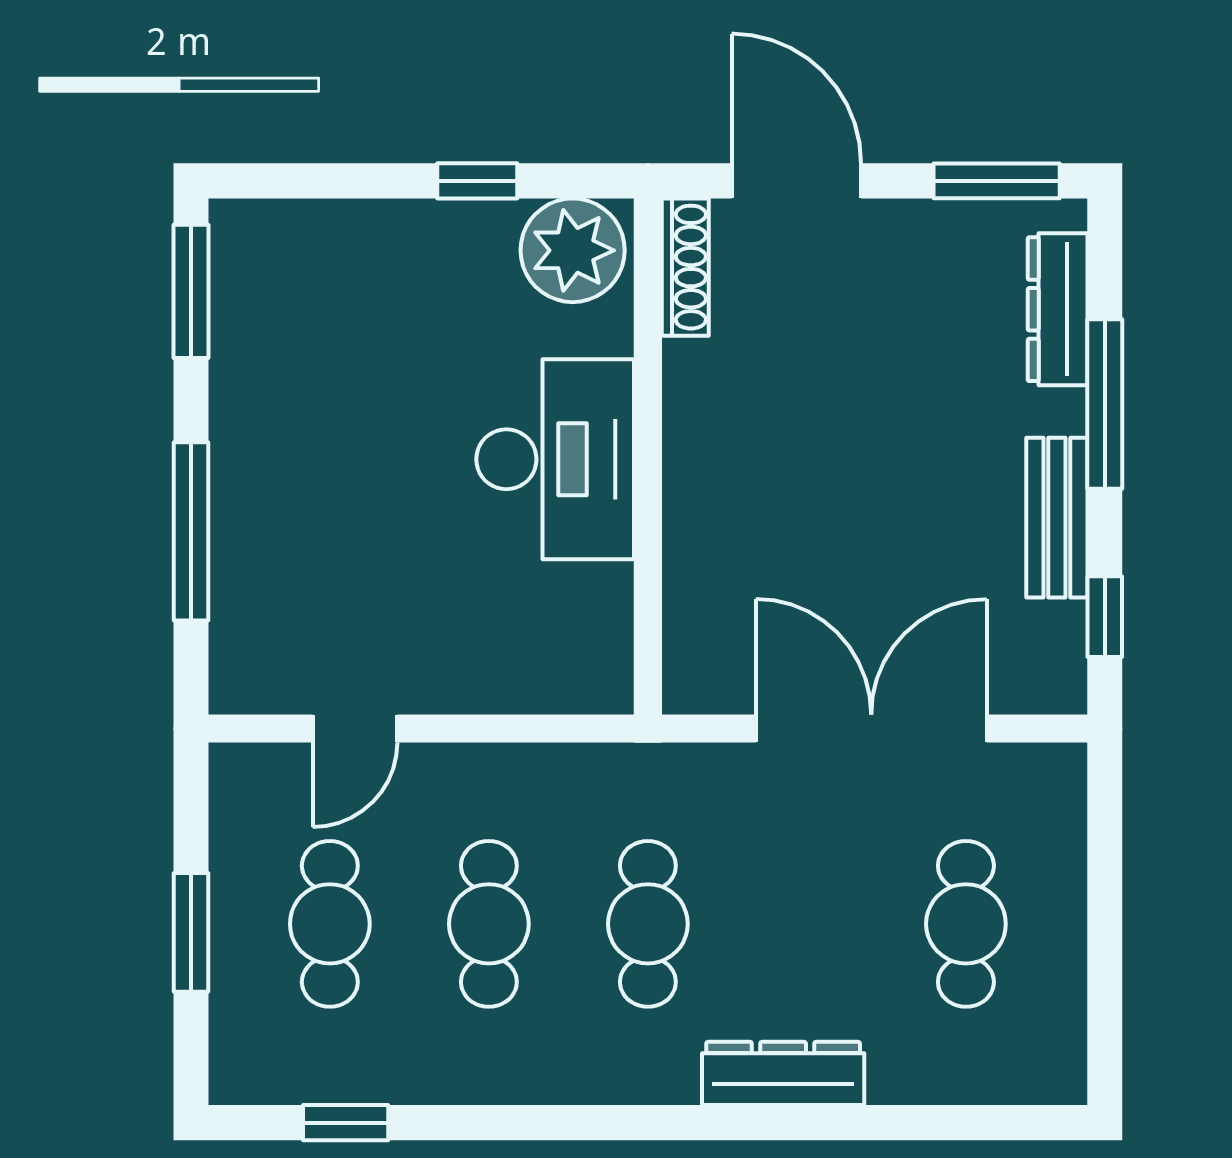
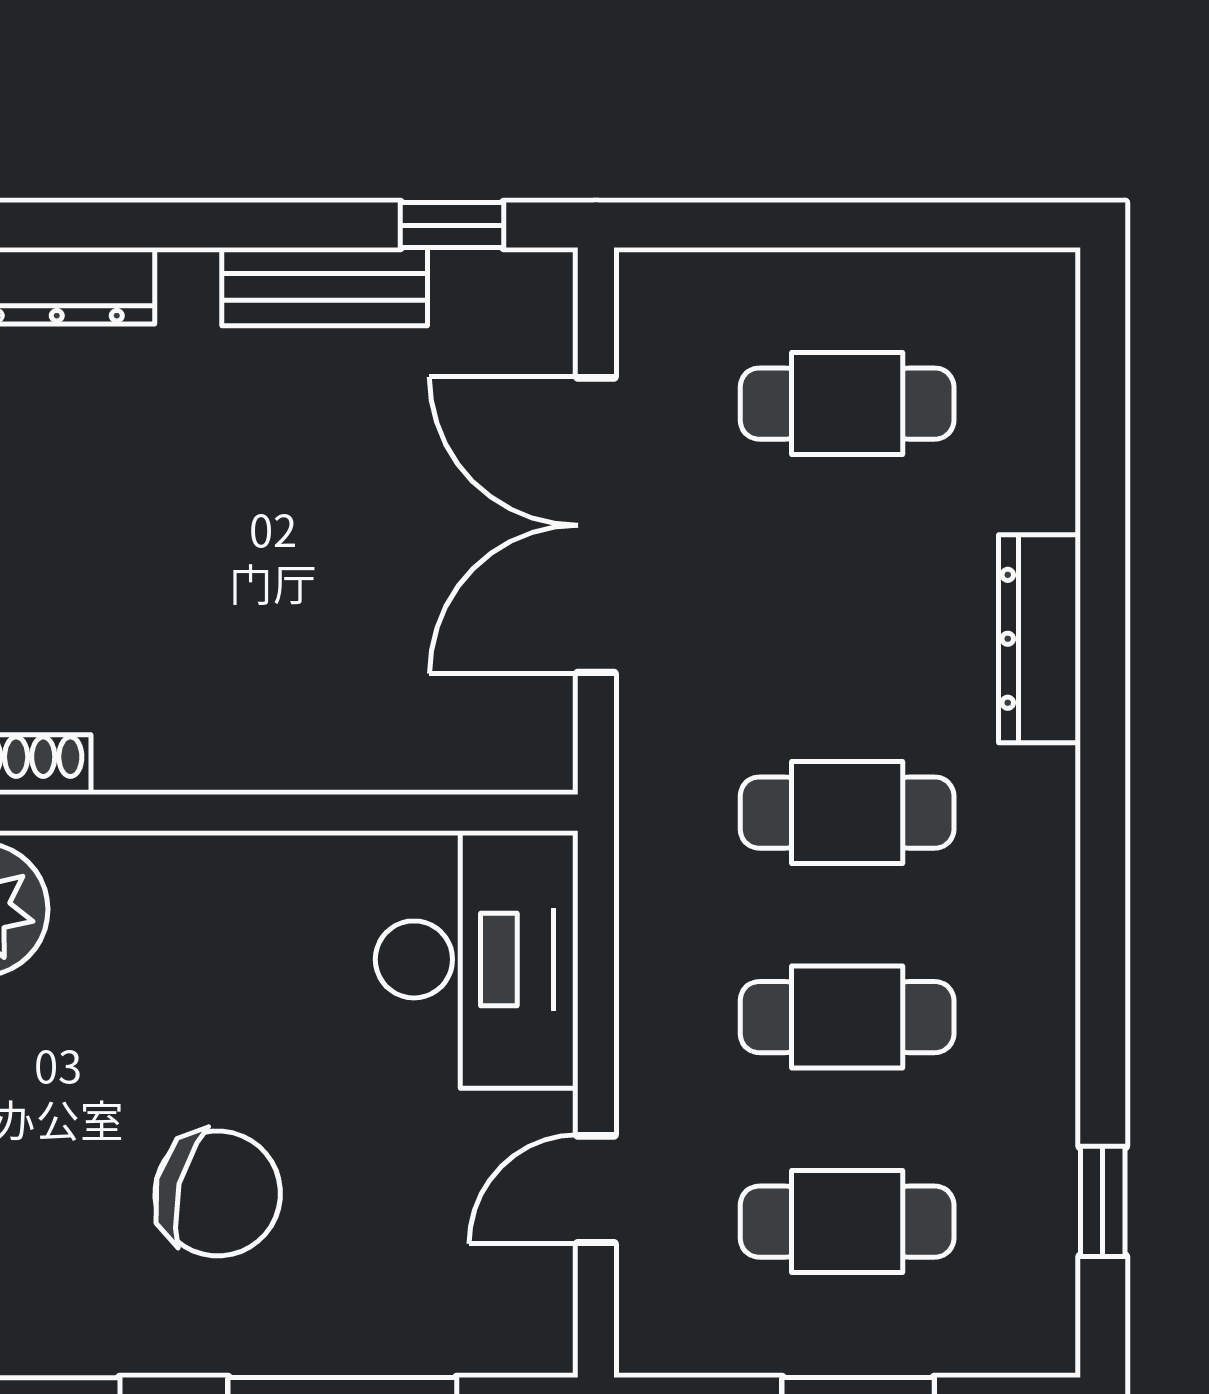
window: (1105, 404) -> (179, 225), removed
chair: (352, 434) -> (218, 1193), added
desk: (555, 459) -> (477, 959), moved, turned 90
door: (355, 728) -> (596, 1189), swing flipped

